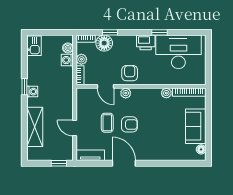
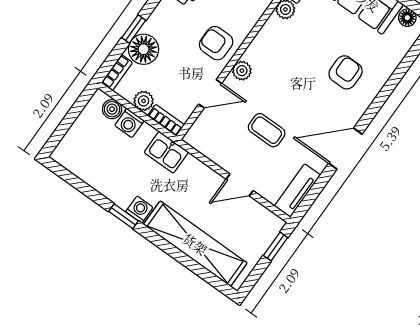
kitchen sink: (34, 46) -> (166, 152), moved, turned 180
armchair: (129, 124) -> (346, 72), moved
shelving: (35, 127) -> (195, 244), width x1.47

